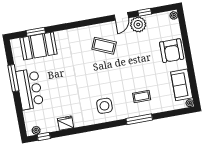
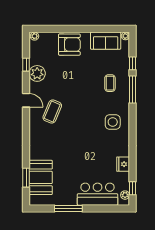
door: (121, 16) -> (26, 100), moved
bar counter: (30, 89) -> (98, 194), moved
window: (164, 115) -> (132, 63), added

